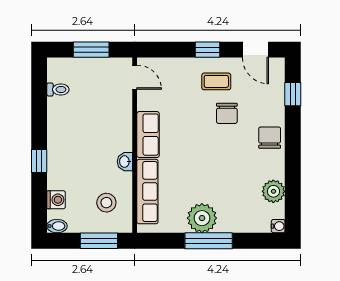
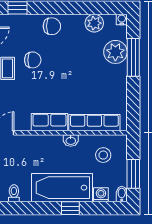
chair: (270, 138) -> (52, 26), turned 180
bathtub: (65, 150) -> (62, 188), added
plant: (202, 218) -> (115, 52), moved
window: (99, 241) -> (133, 174), moved
window: (209, 241) -> (133, 57), moved

